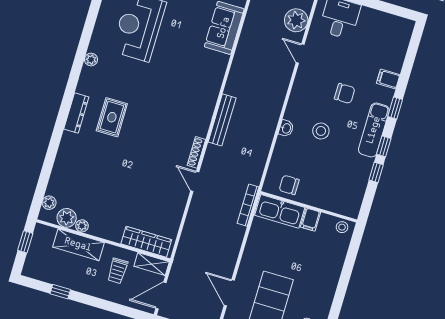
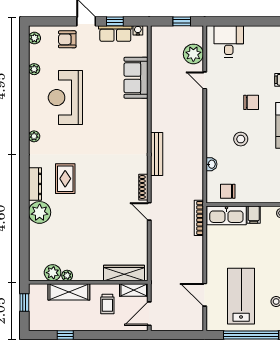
washbasin: (286, 128) -> (211, 164), moved
plant: (49, 203) -> (40, 212), moved, width x1.88, depth x1.88

